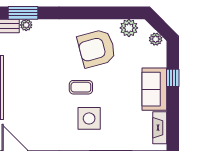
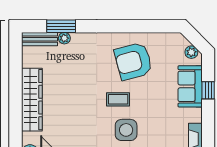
plant: (129, 28) -> (165, 41), removed
sofa: (154, 89) -> (190, 86), moved

